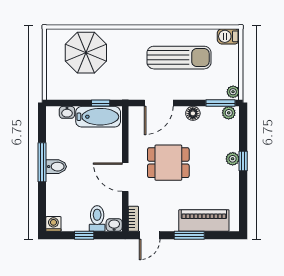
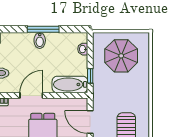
parasol: (86, 53) -> (121, 56), moved
bathtub: (98, 117) -> (70, 84), moved, turned 90

